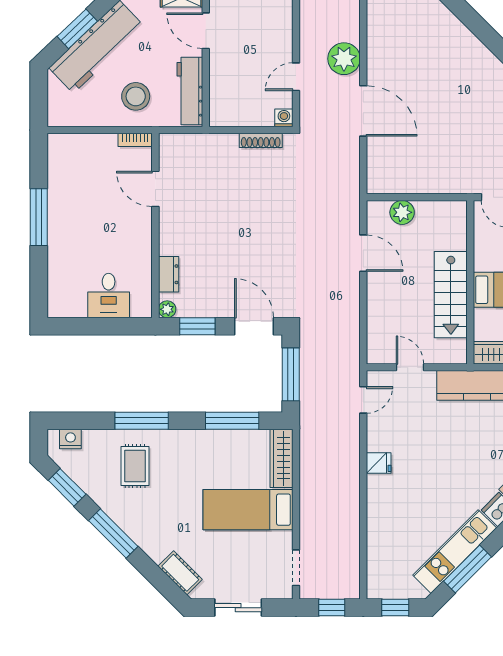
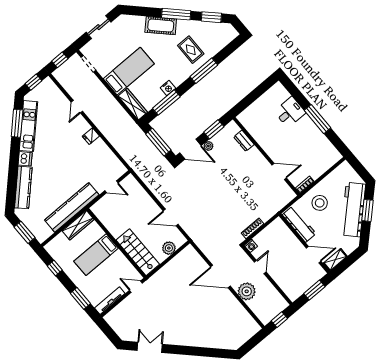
stairs: (451, 295) -> (138, 252), moved
desk: (109, 296) -> (290, 112), moved, turned 90
plant: (167, 309) -> (208, 146), moved
door: (363, 400) -> (77, 107), moved
nightstand: (70, 439) -> (168, 88), moved
cot: (180, 573) -> (161, 26), moved, width x1.37, depth x1.34

